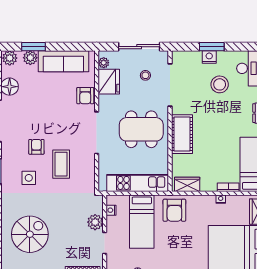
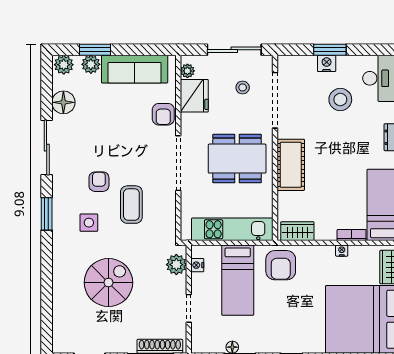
plant: (95, 222) -> (176, 265), moved
spiral stairs: (30, 234) -> (108, 283), moved

